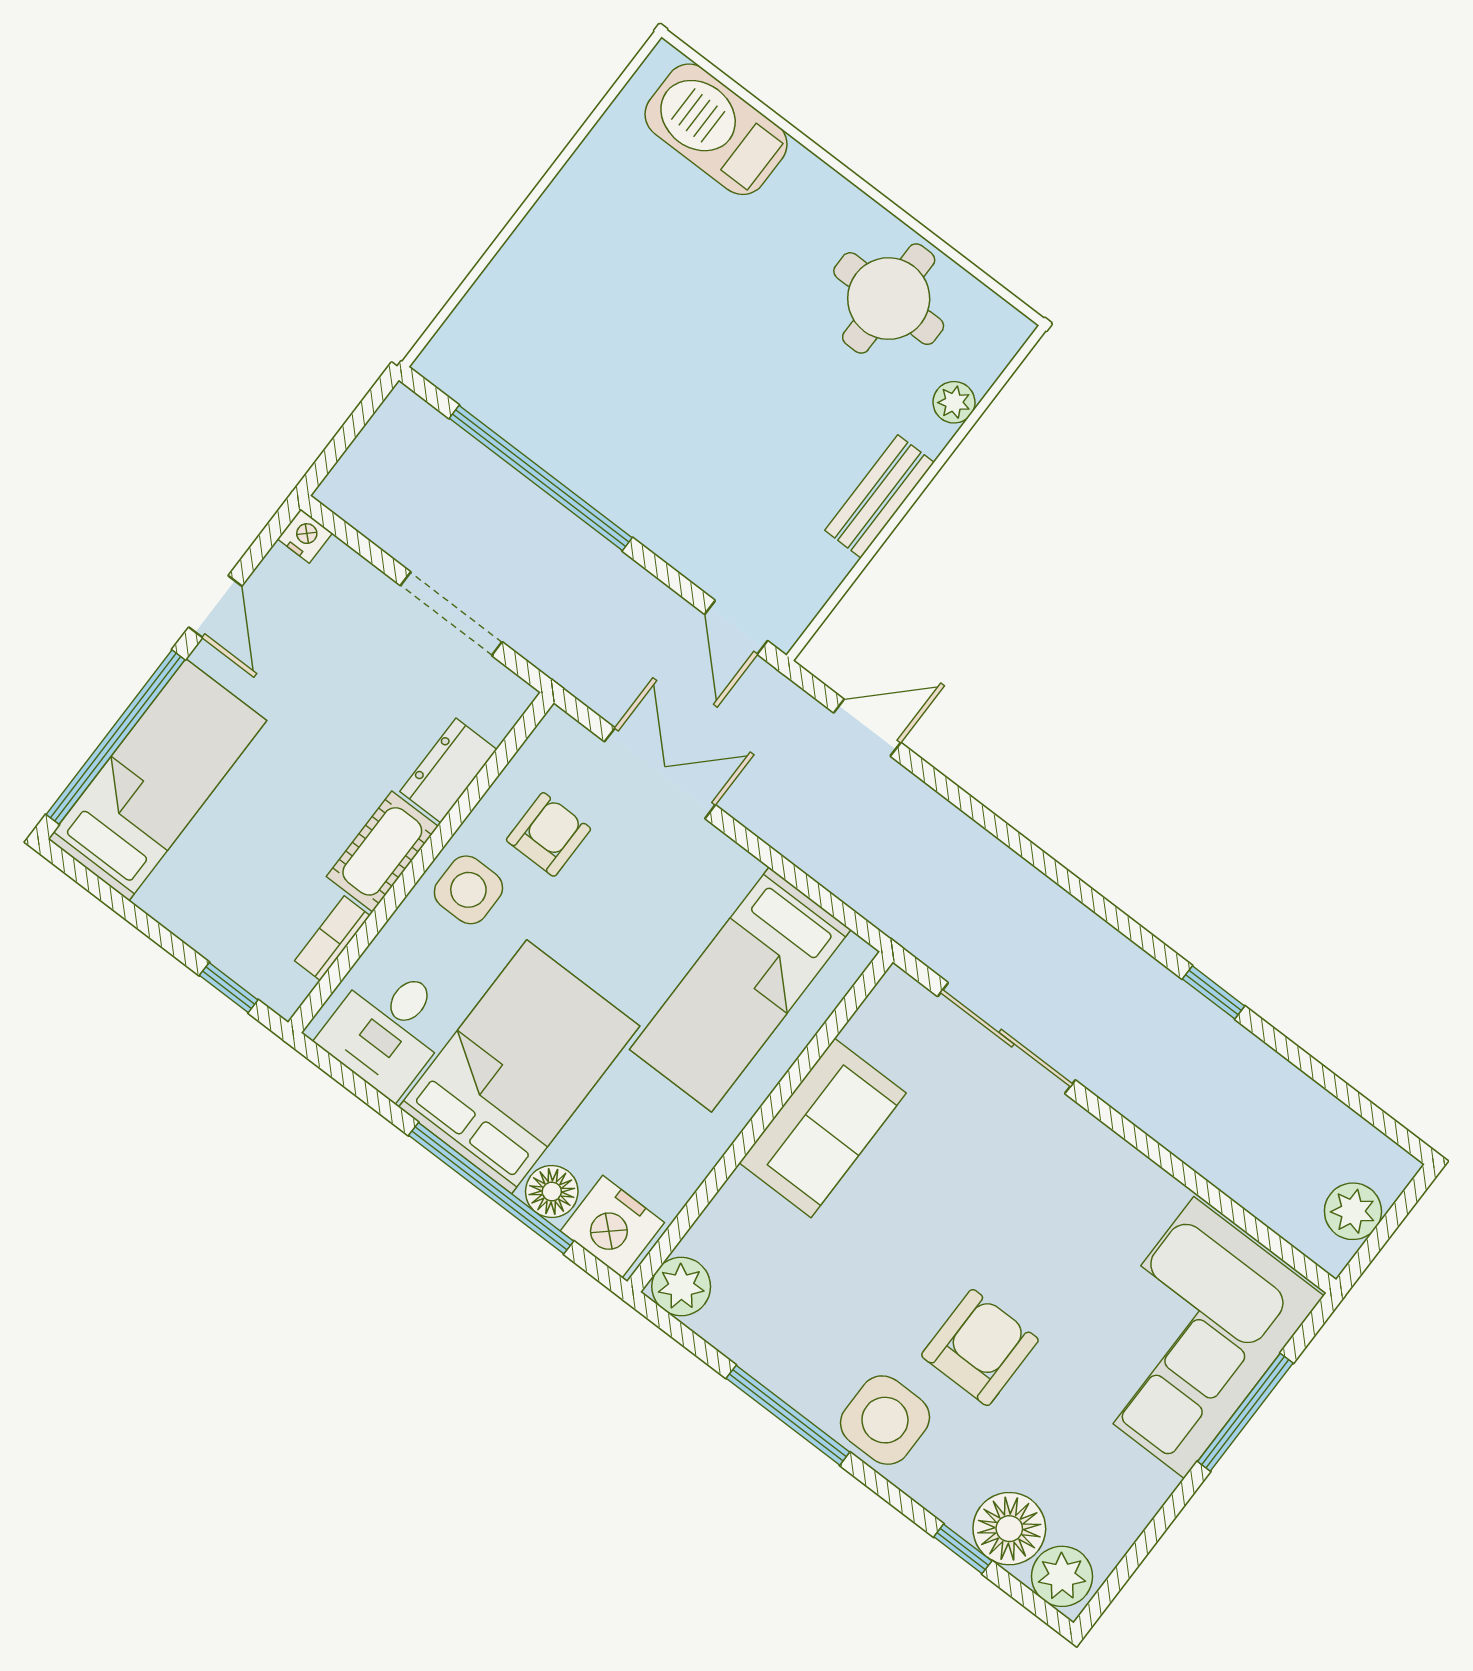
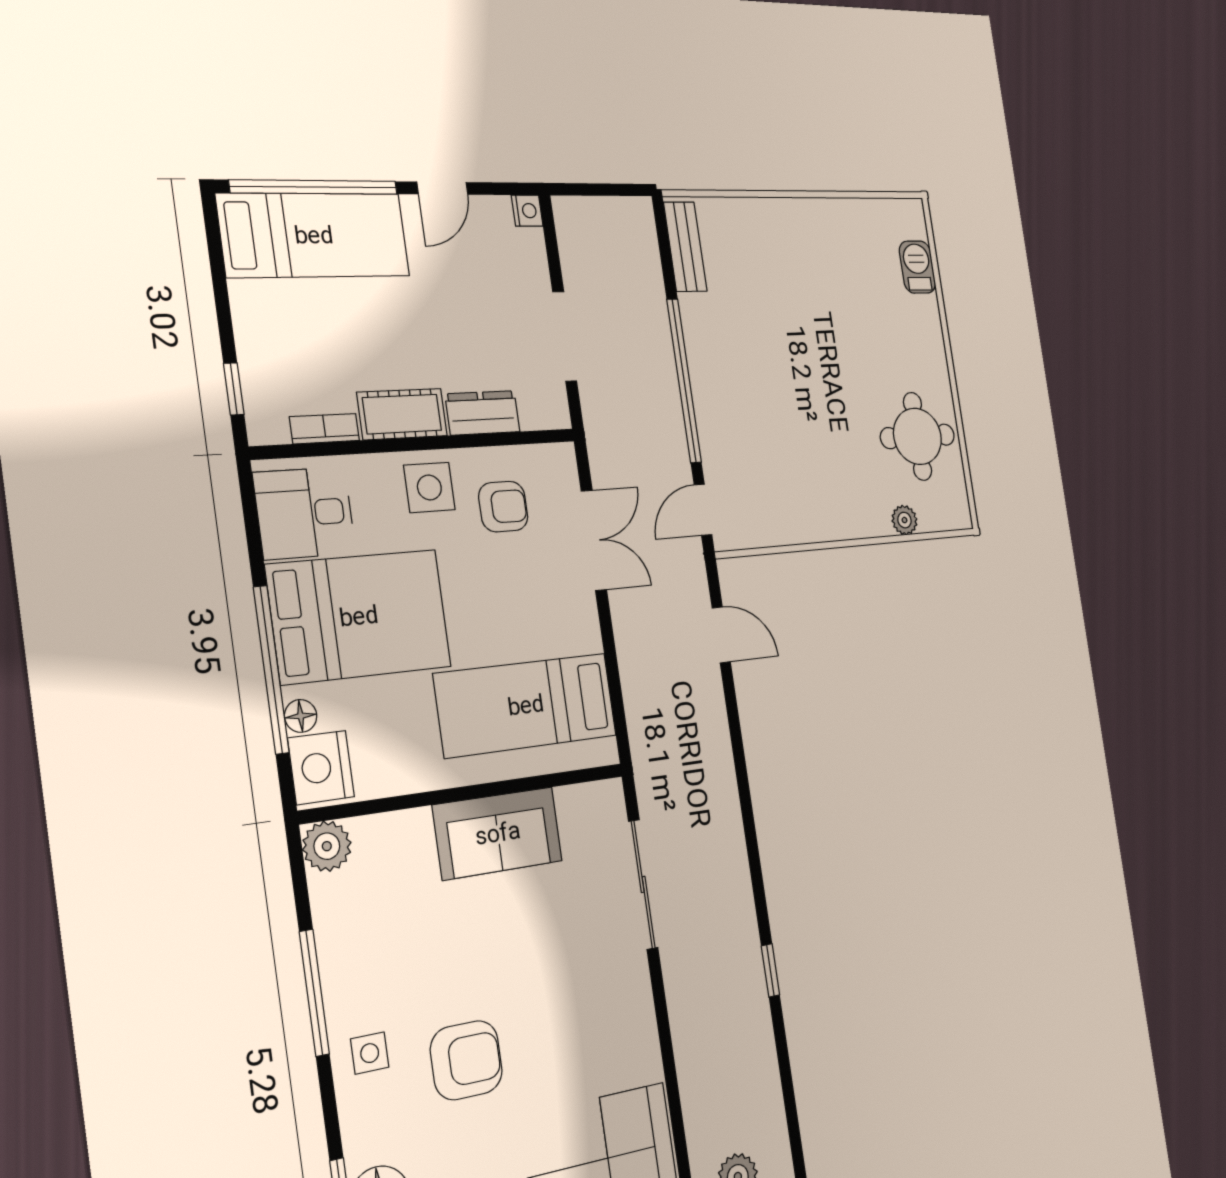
barbecue: (716, 129) -> (917, 267), width x0.53, depth x0.65
window: (541, 478) -> (684, 381), moved
bench: (879, 496) -> (685, 247), moved, turned 90
floor lamp: (552, 1192) -> (301, 716), width x0.73, depth x0.73
side table: (885, 1420) -> (370, 1053), width x0.54, depth x0.54

